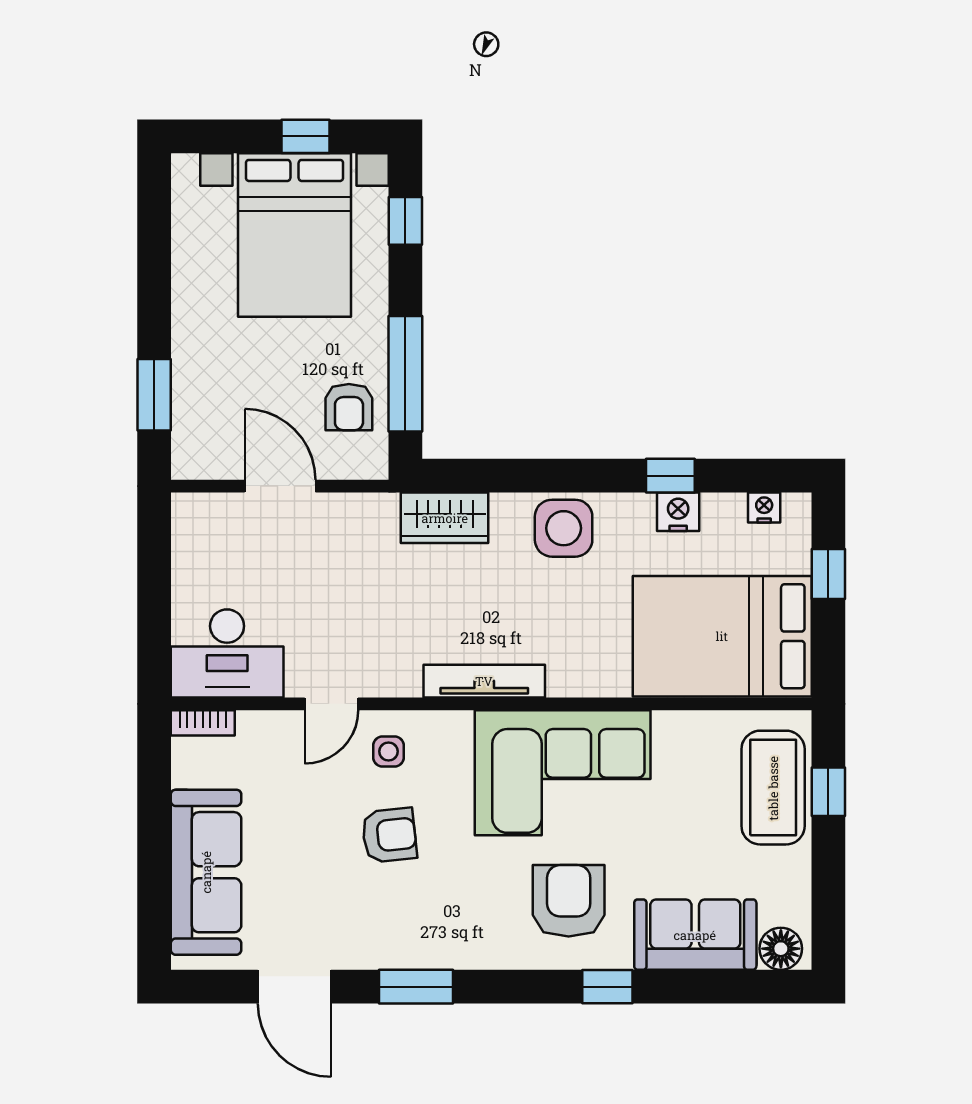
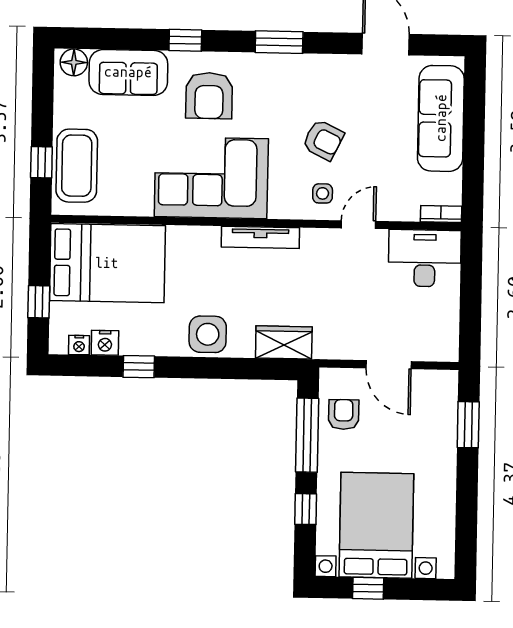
window: (405, 221) -> (306, 509), moved
nightstand: (678, 512) -> (105, 343), moved
armchair: (389, 835) -> (323, 140), turned -148
window: (416, 987) -> (279, 42), moved

